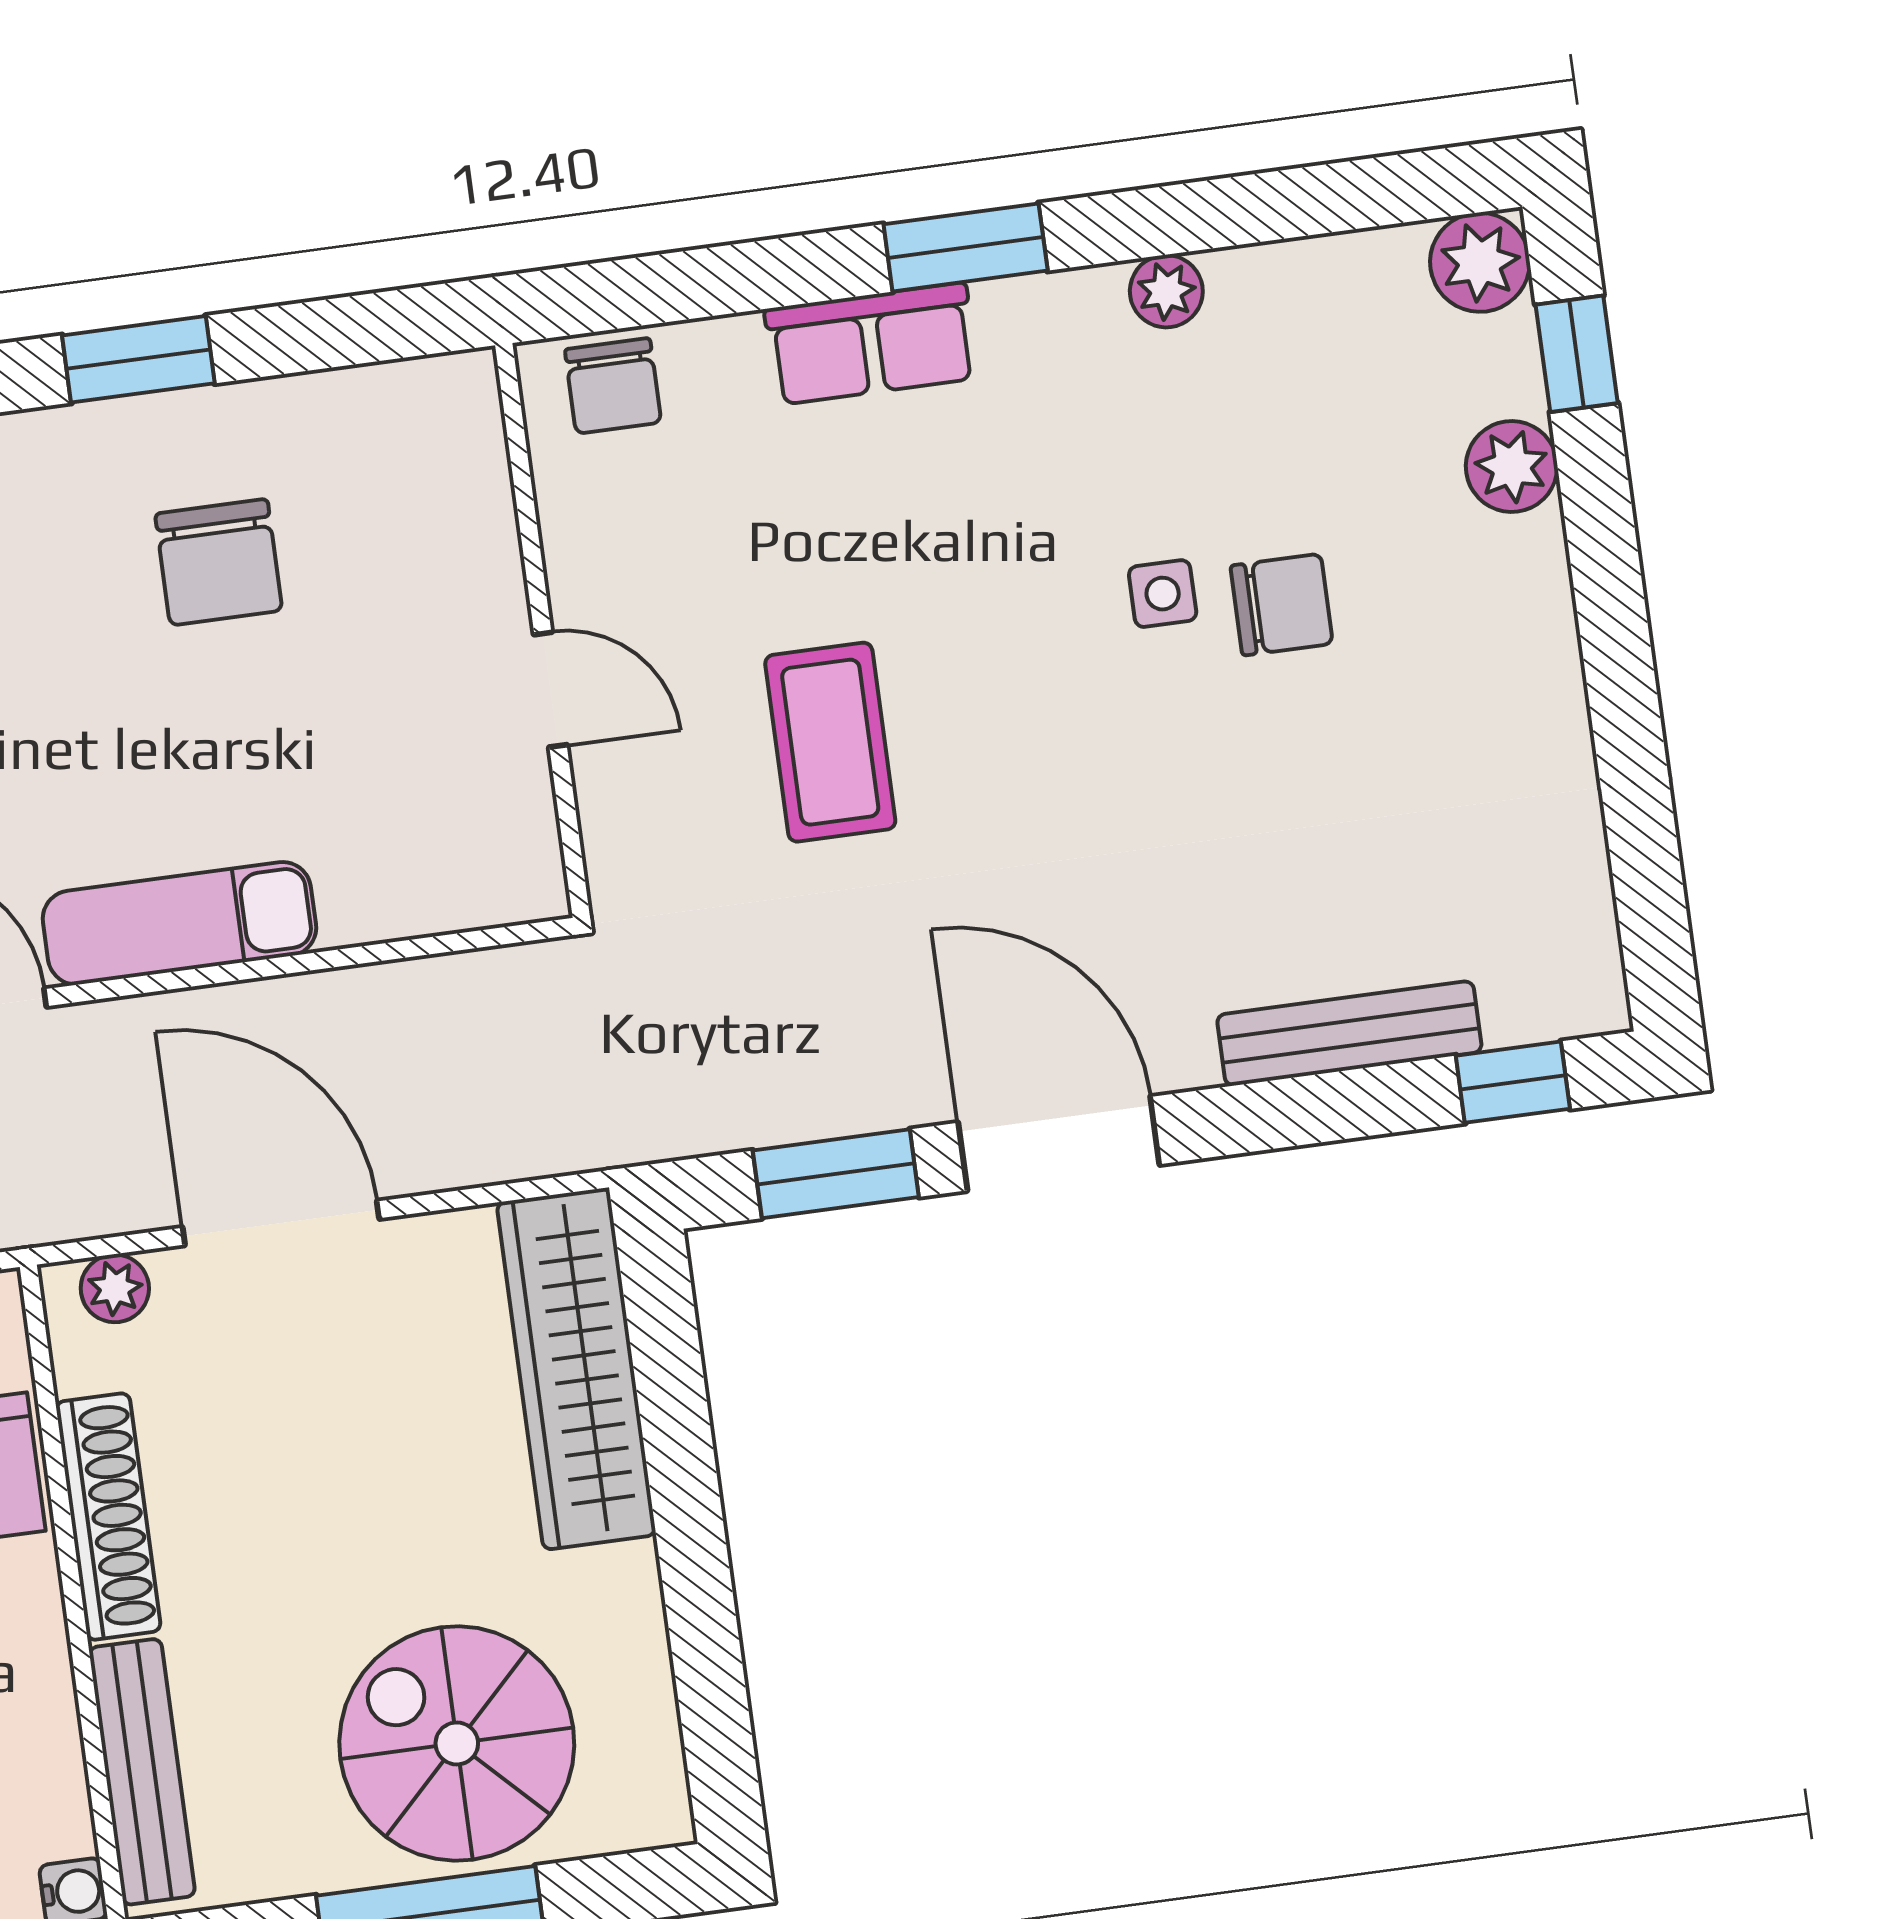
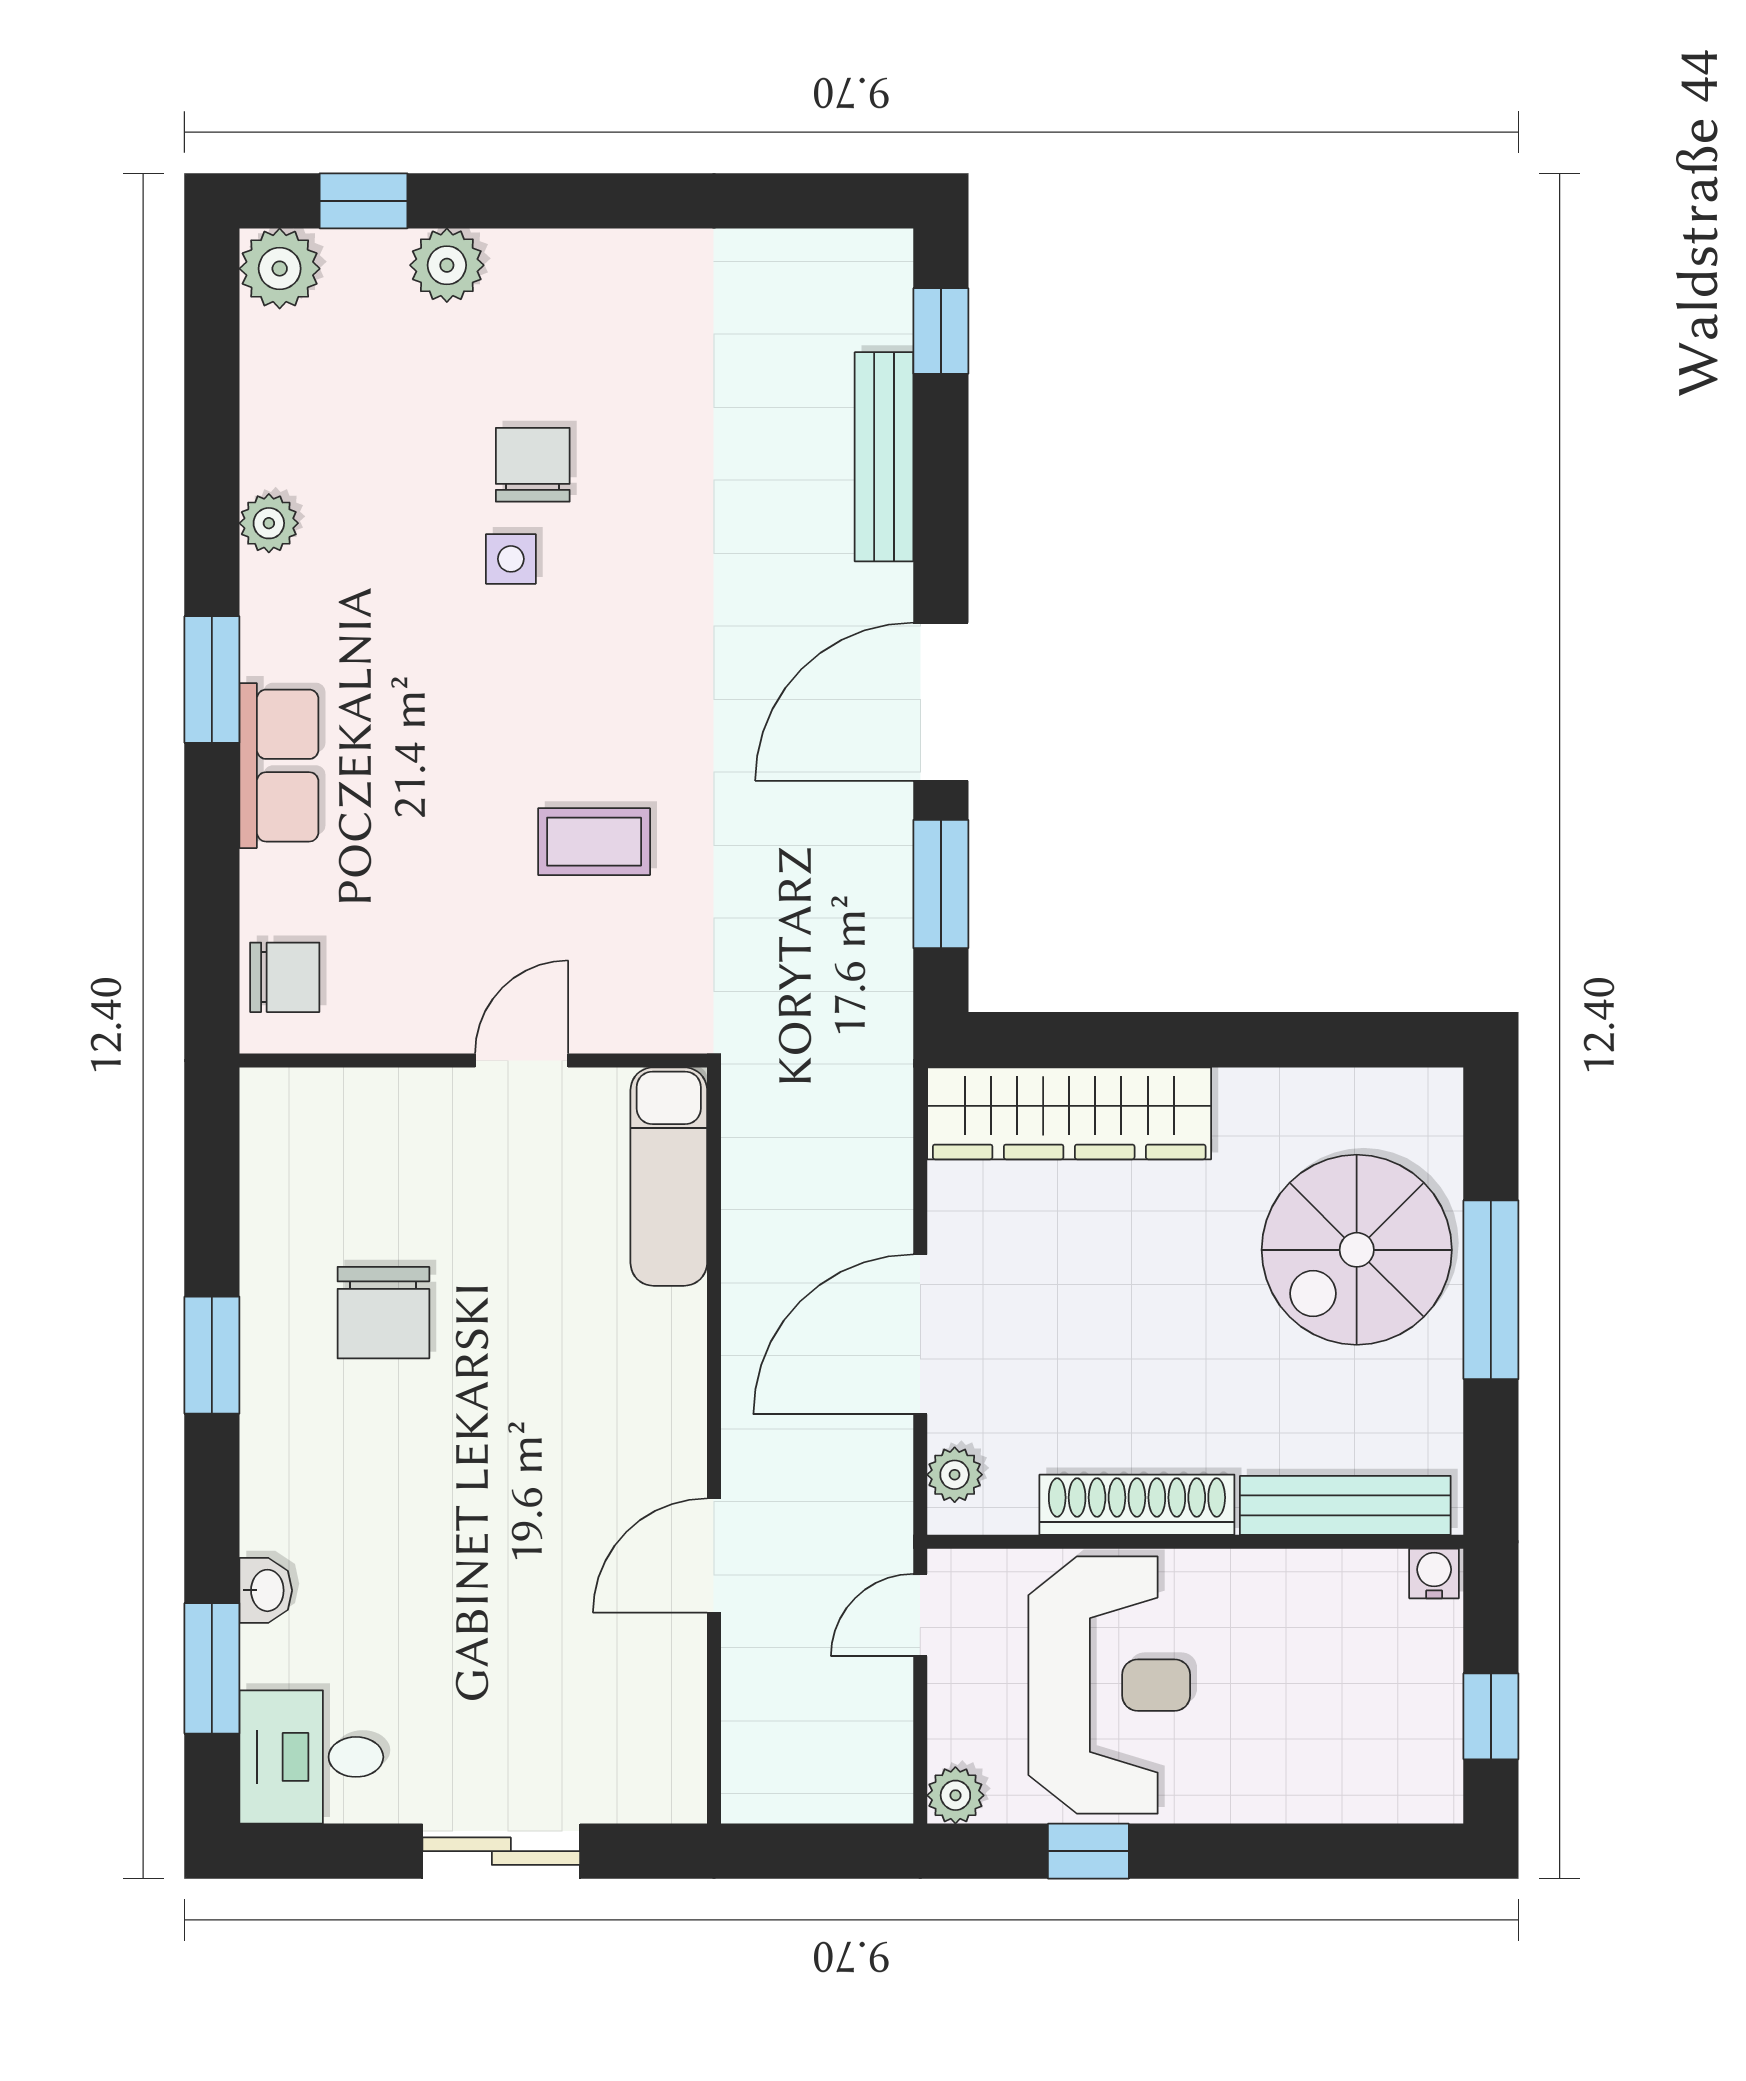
chair: (219, 562) -> (383, 1313), turned 90
coffee table: (830, 742) -> (594, 842), width x0.73, depth x0.77
exam couch: (179, 923) -> (669, 1177), moved

